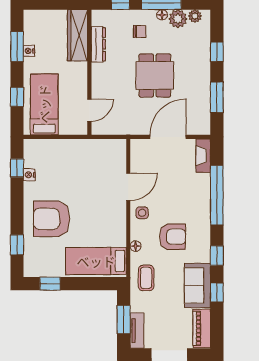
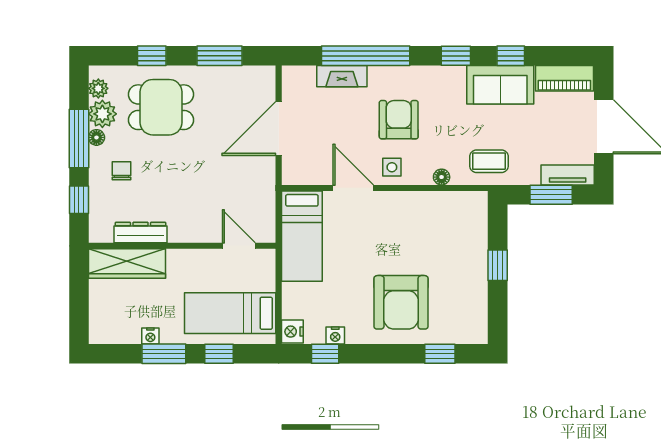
window: (17, 47) -> (164, 354), moved
dining table: (155, 75) -> (161, 107), moved
door: (168, 137) -> (279, 129), hinge flipped
nightstand: (32, 146) -> (292, 332), added
fireplace: (203, 156) -> (342, 76), moved
armchair: (172, 237) -> (399, 120), moved
bed: (96, 261) -> (302, 236), moved
window: (50, 284) -> (498, 265), moved

